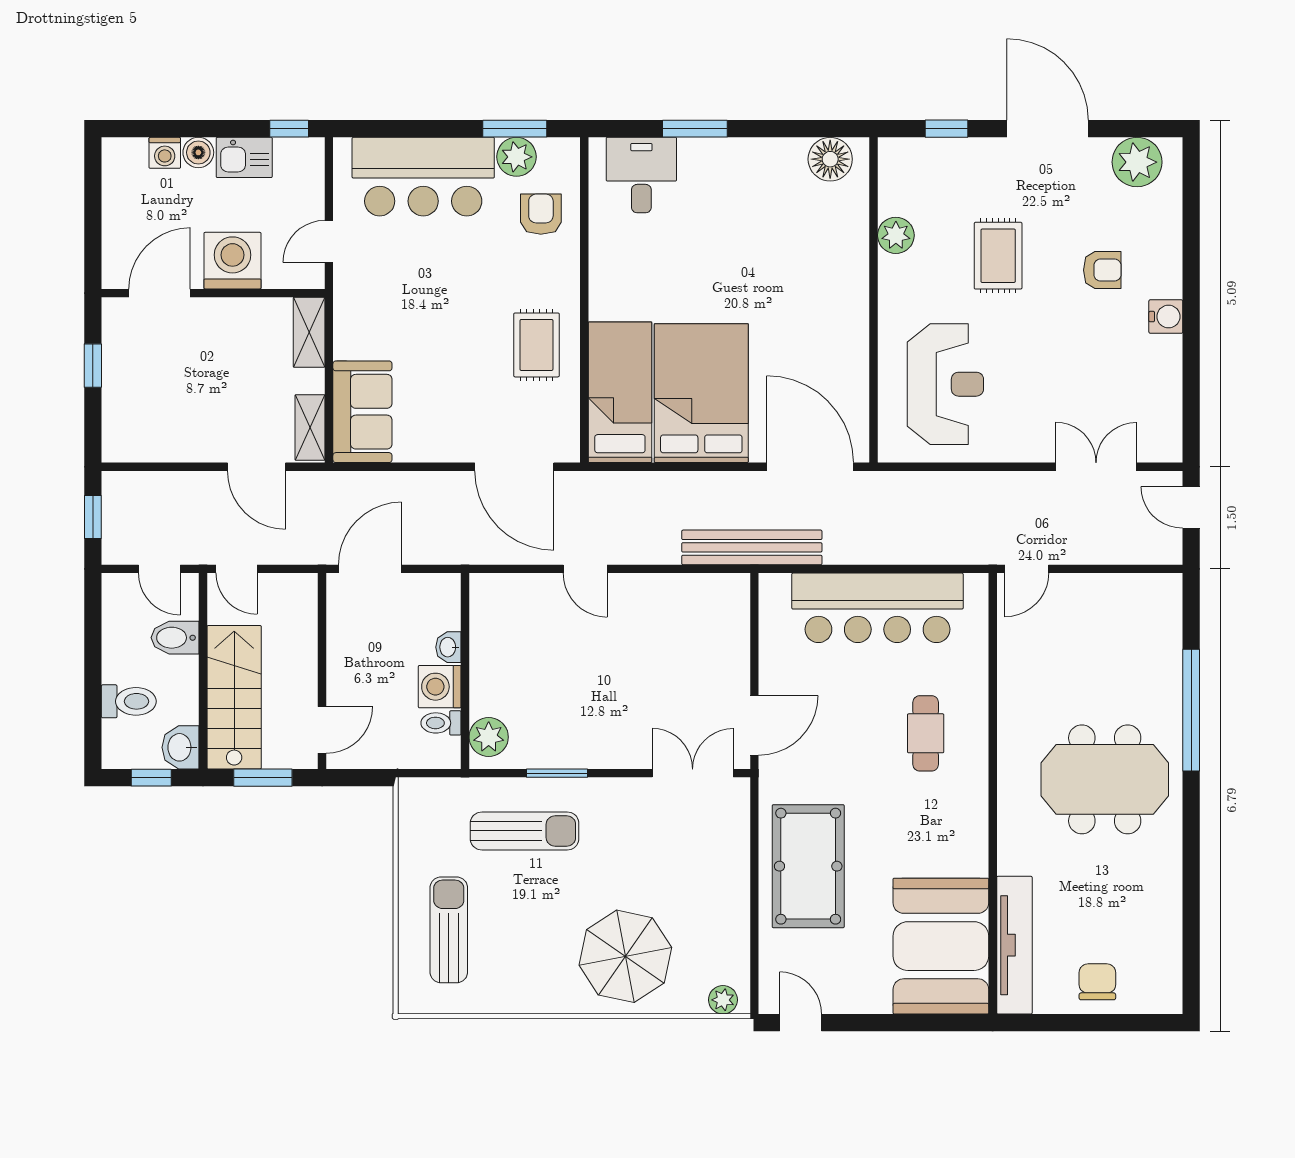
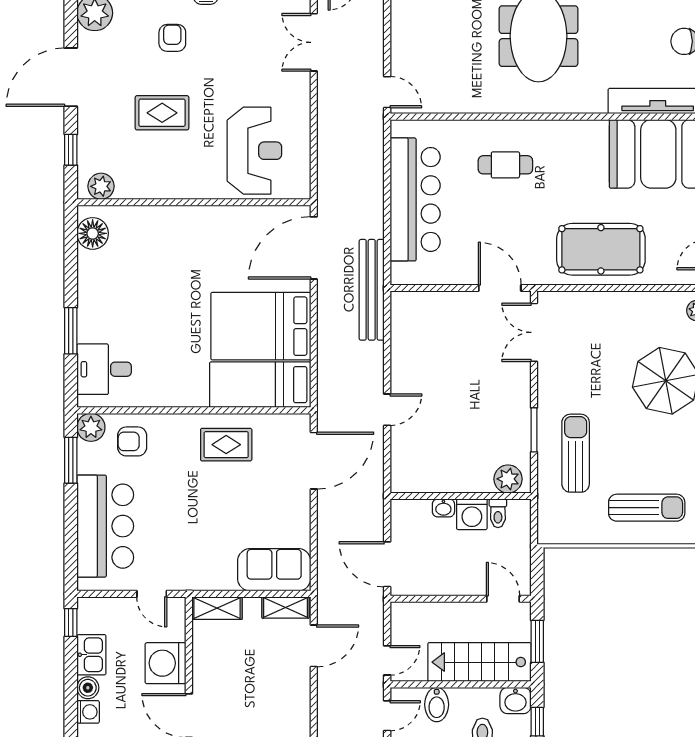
plant: (516, 157) -> (91, 427), moved
plant: (896, 235) -> (101, 186), moved
reception desk: (945, 384) -> (254, 151), turned 90
sun lounger: (449, 930) -> (647, 508), turned 180

